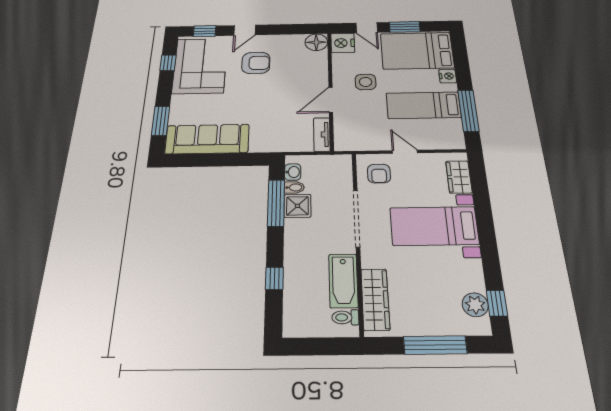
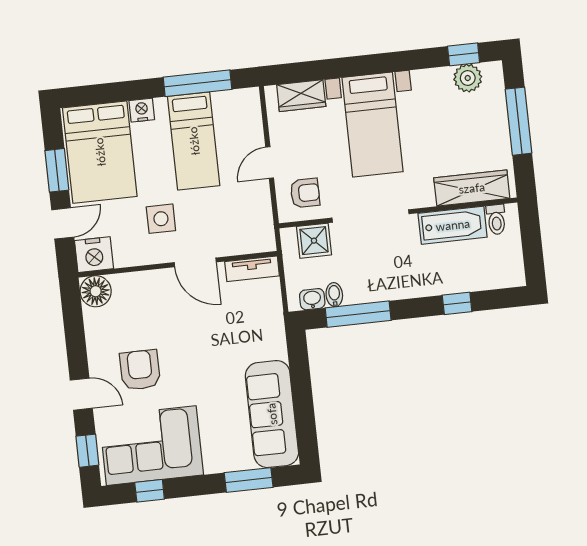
shower: (297, 206) -> (314, 241), moved

